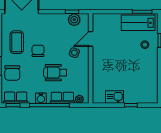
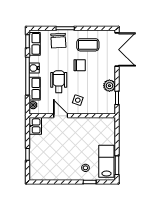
plant: (74, 20) -> (109, 86), moved
door: (91, 39) -> (61, 116), moved
chair: (12, 73) -> (58, 41), turned -93
kitchen sink: (115, 97) -> (35, 126), moved

